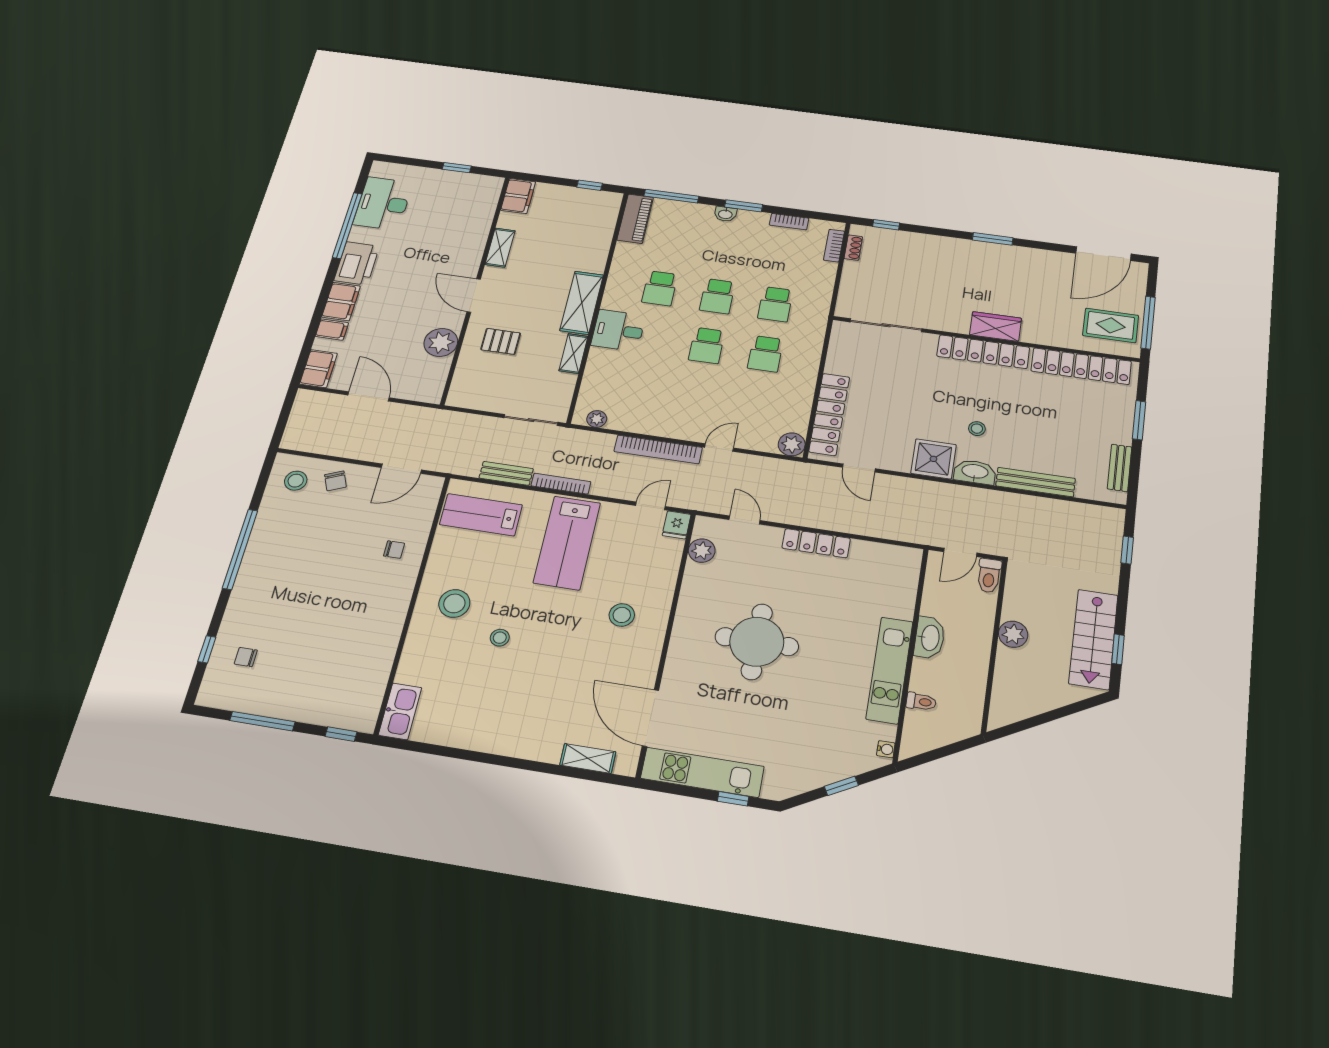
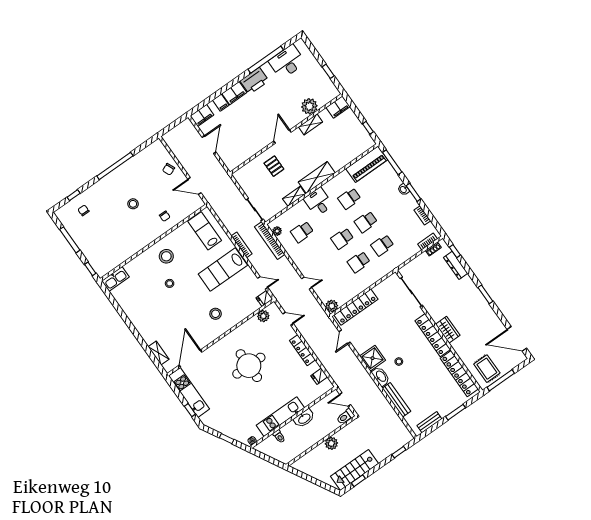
piano: (635, 219) -> (367, 164), width x1.37, depth x1.33
dresser: (909, 240) -> (456, 265), added
plant: (441, 342) -> (309, 106), moved
school desk: (636, 388) -> (302, 232), added
bookcase: (658, 449) -> (270, 241), moved
bench: (506, 473) -> (227, 223), removed
stool: (296, 481) -> (133, 204), moved
door: (745, 520) -> (288, 319), hinge flipped
fridge: (883, 556) -> (319, 376), added

